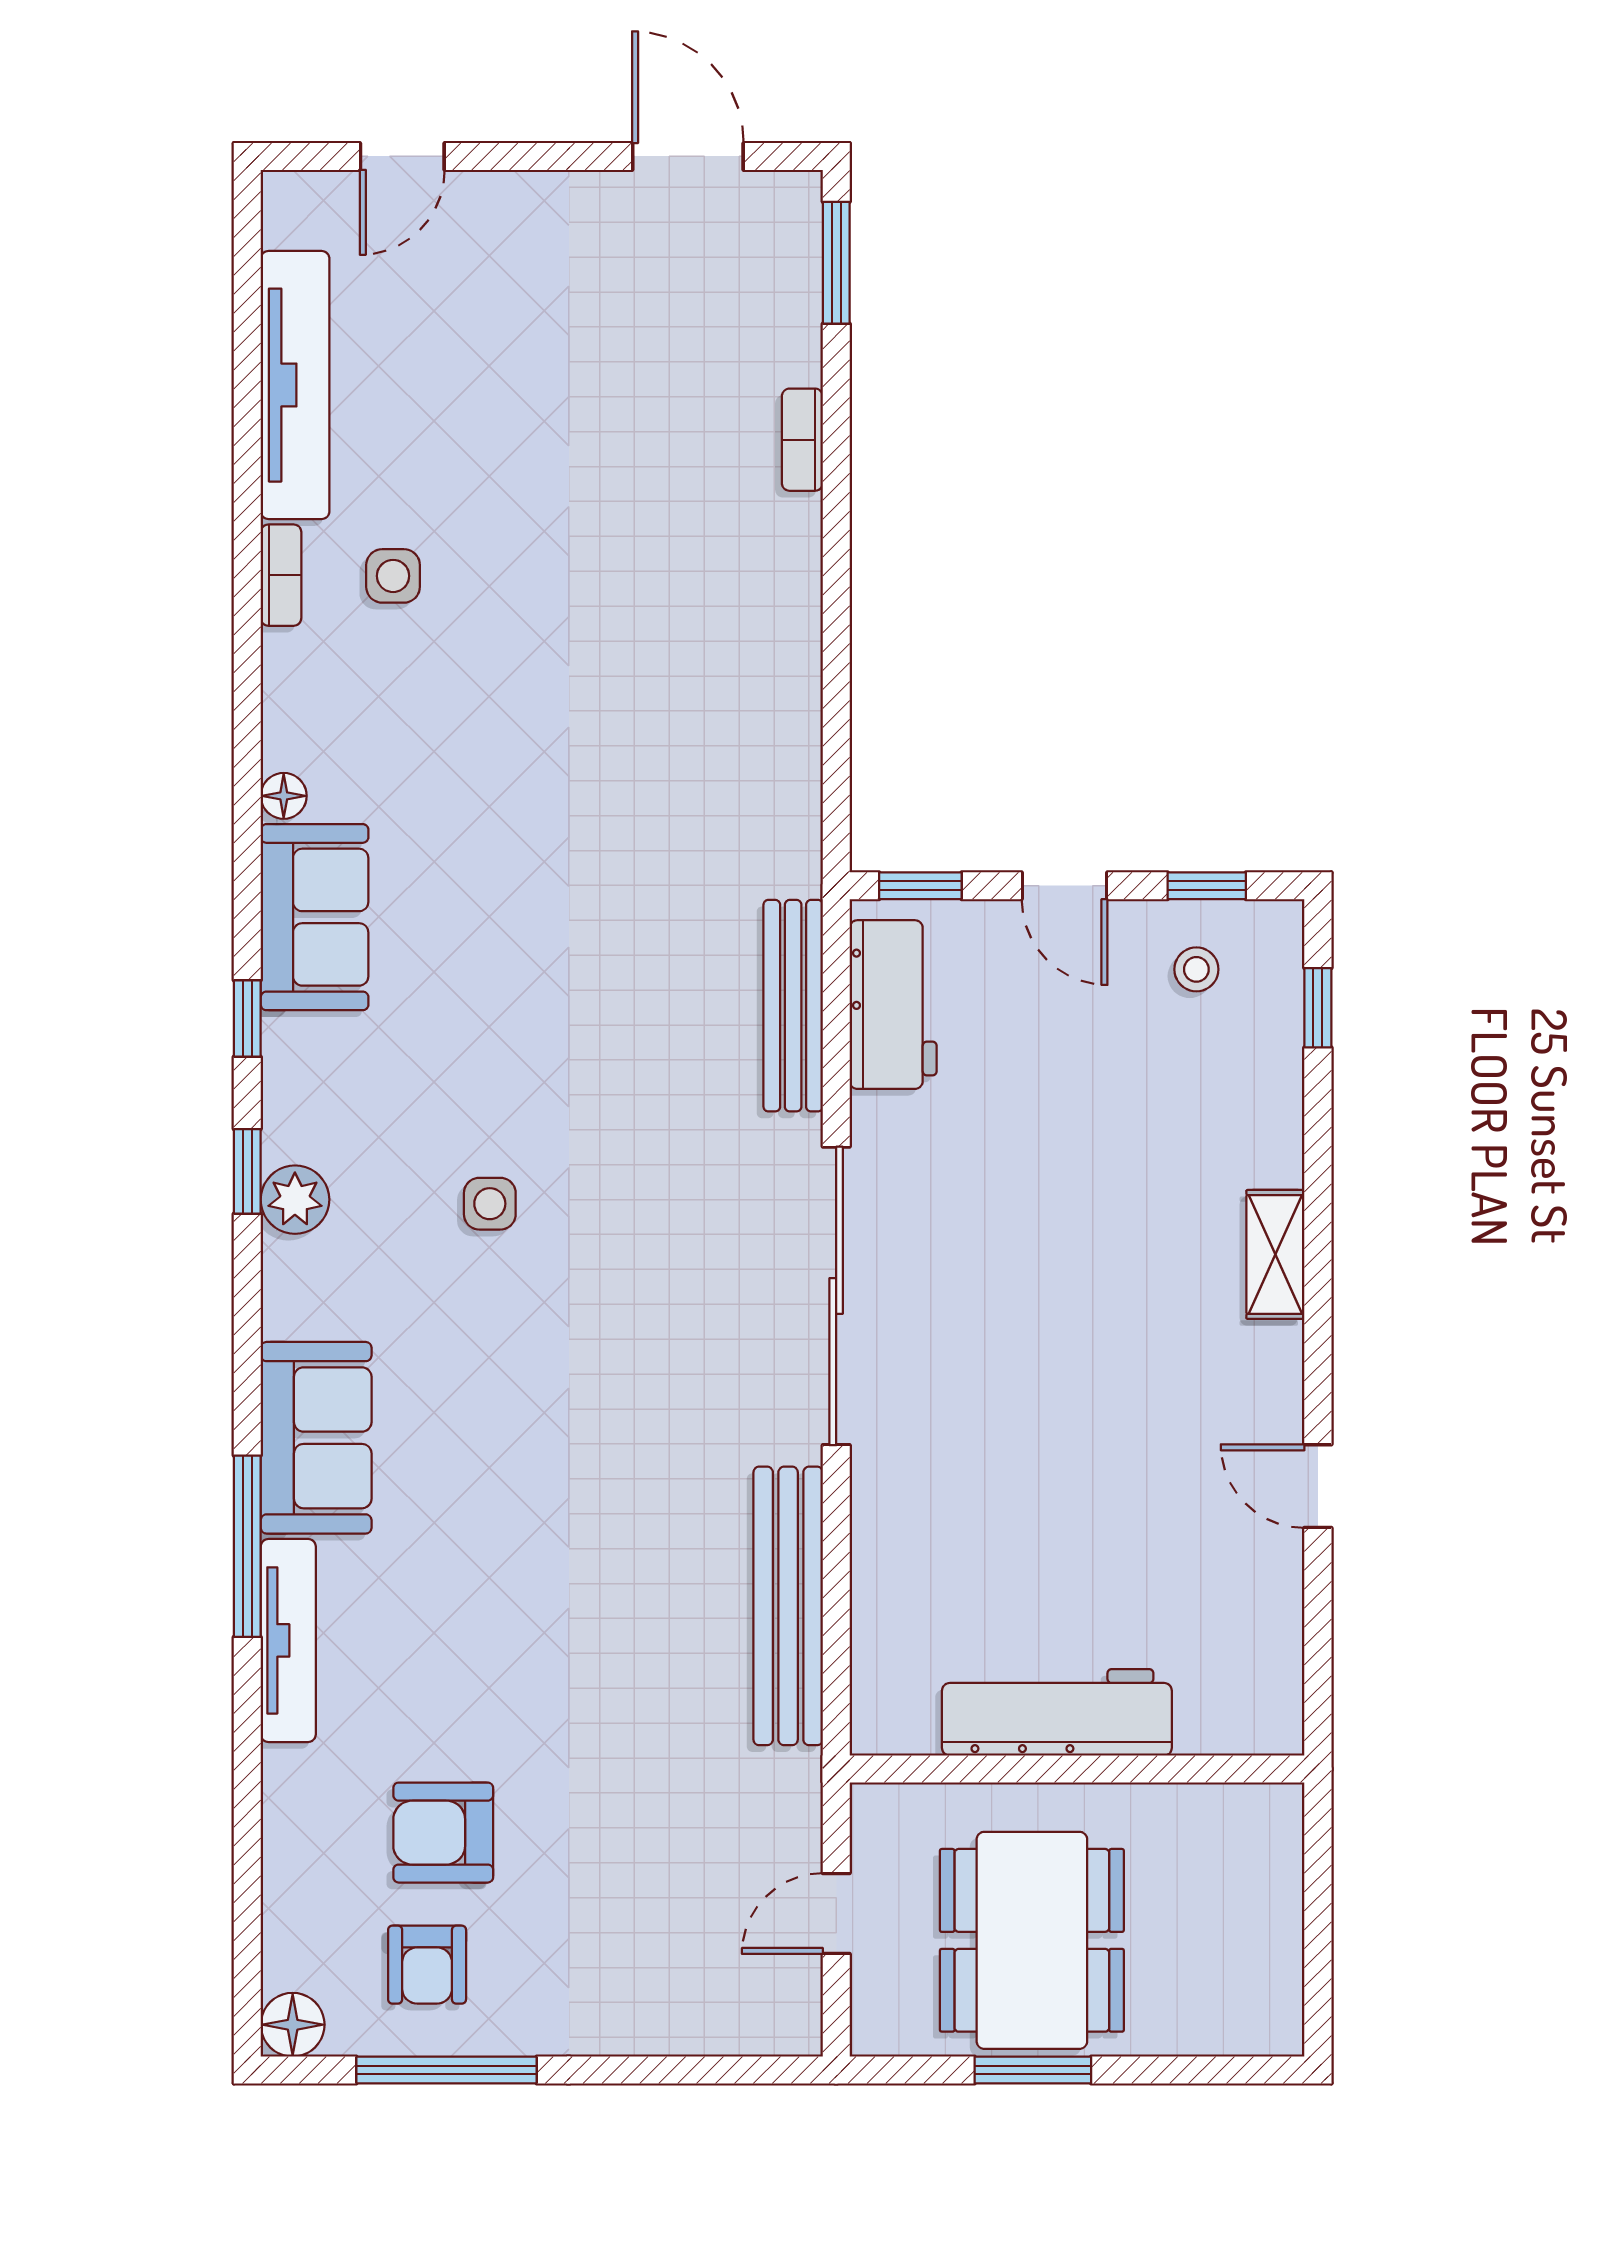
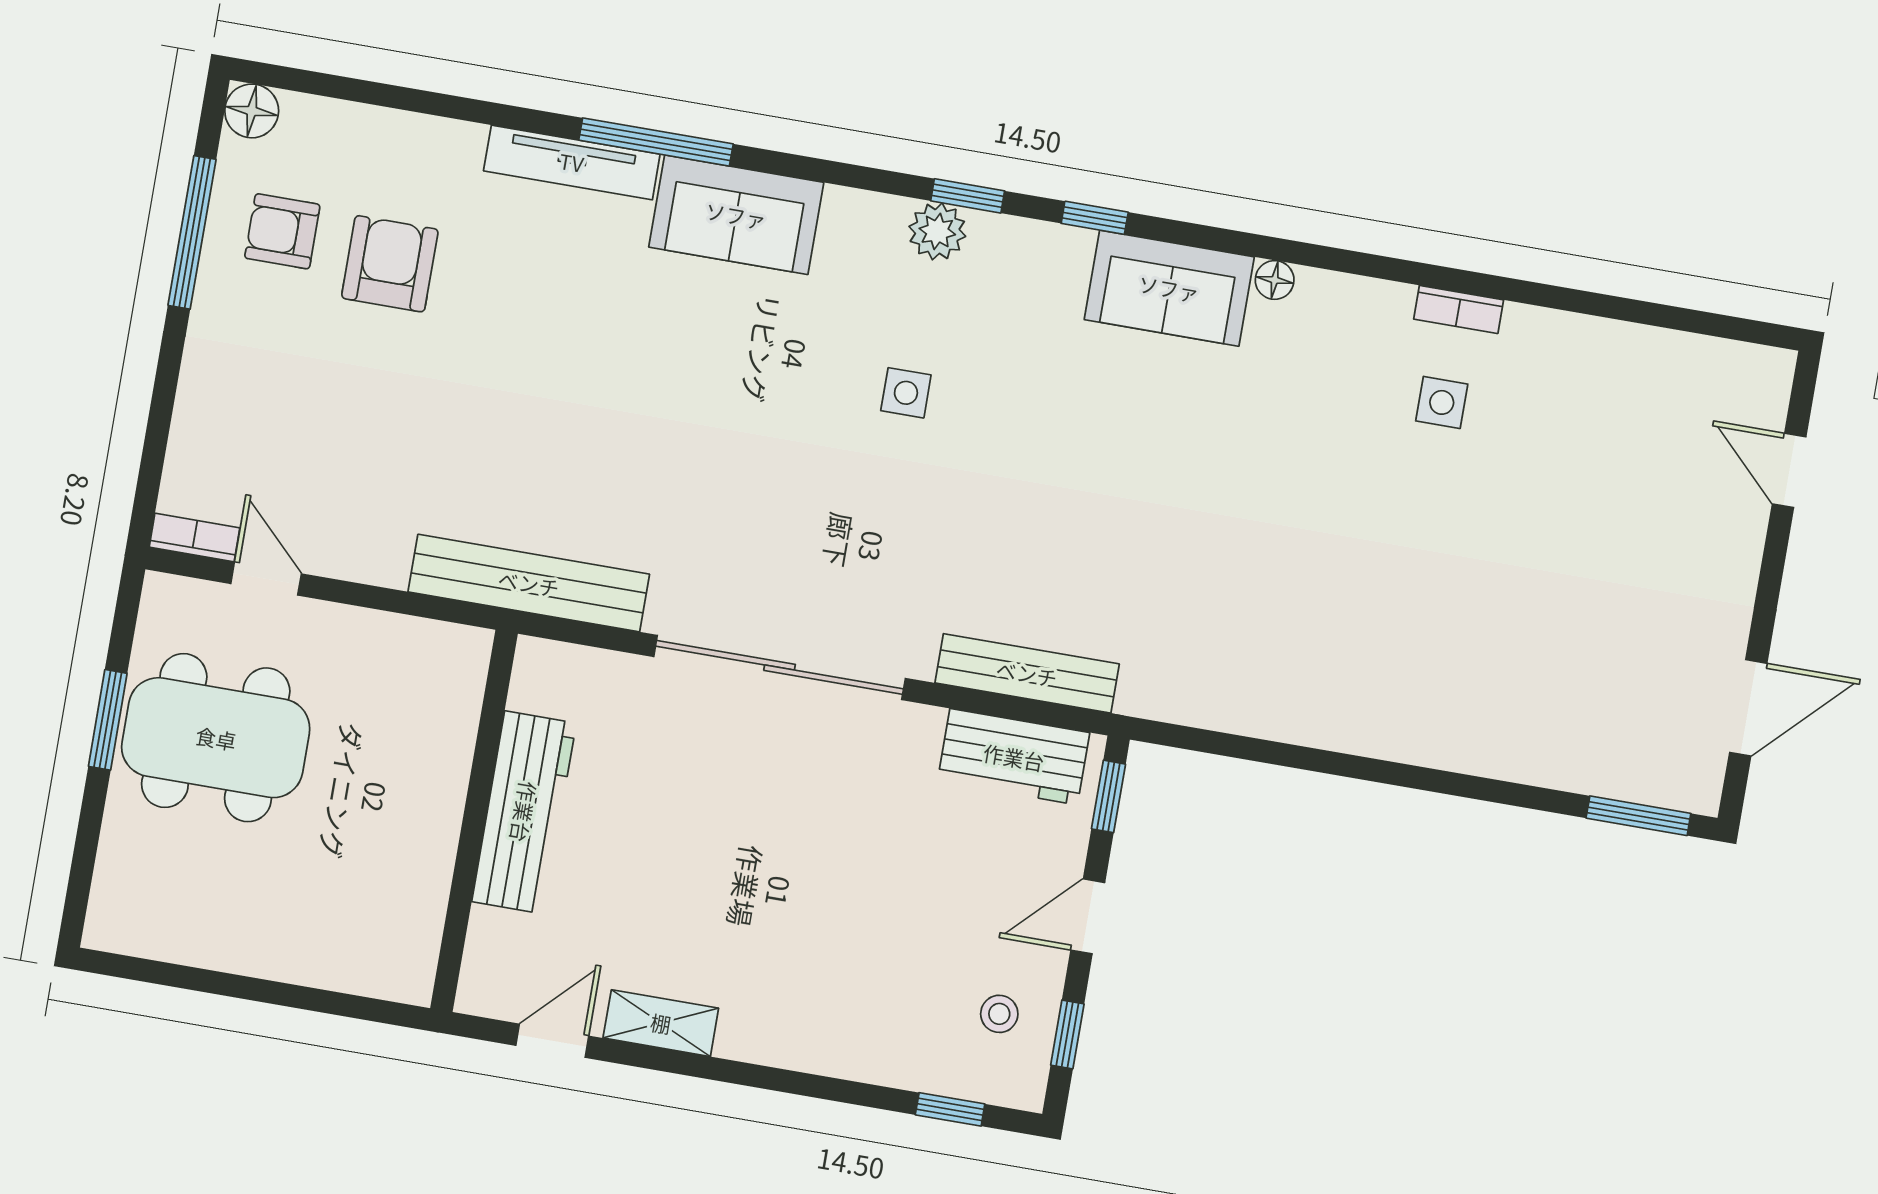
tv unit: (295, 385) -> (1615, 348), removed
bookcase: (802, 440) -> (194, 537), moved
shelving: (1275, 1254) -> (661, 1023), moved
workbench: (1057, 1712) -> (524, 812), moved
wall: (1077, 1769) -> (474, 821), moved

